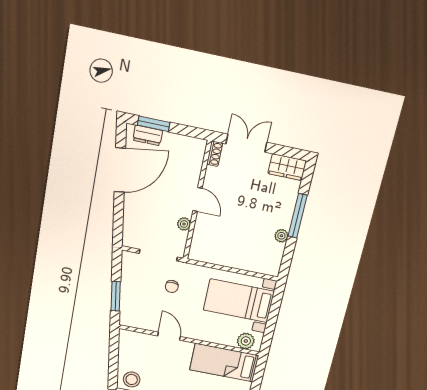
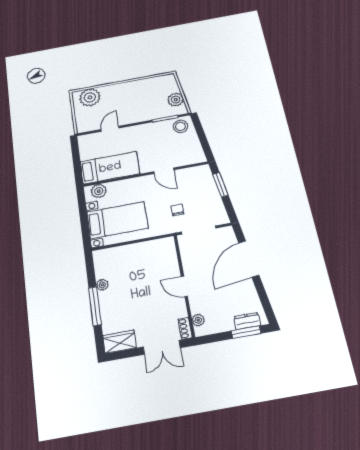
door: (120, 170) -> (249, 259), moved
plant: (184, 224) -> (198, 320), moved

